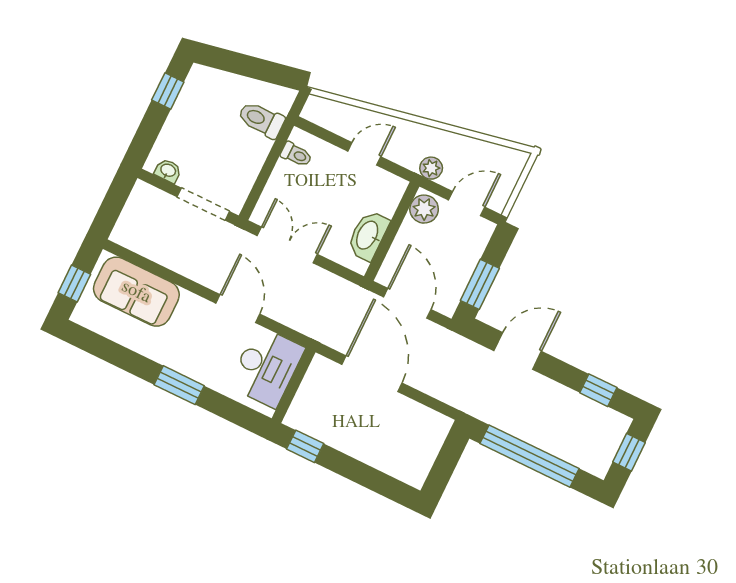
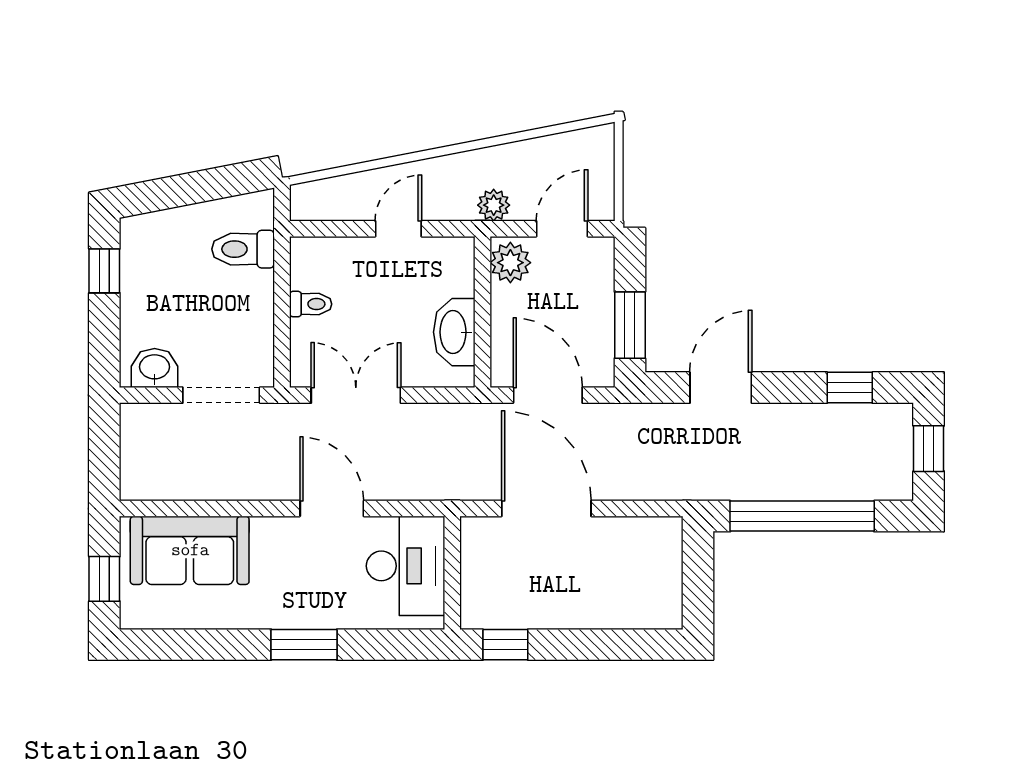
toilet: (296, 155) -> (311, 304), moved
washbasin: (168, 171) -> (155, 368), width x1.38, depth x1.45

